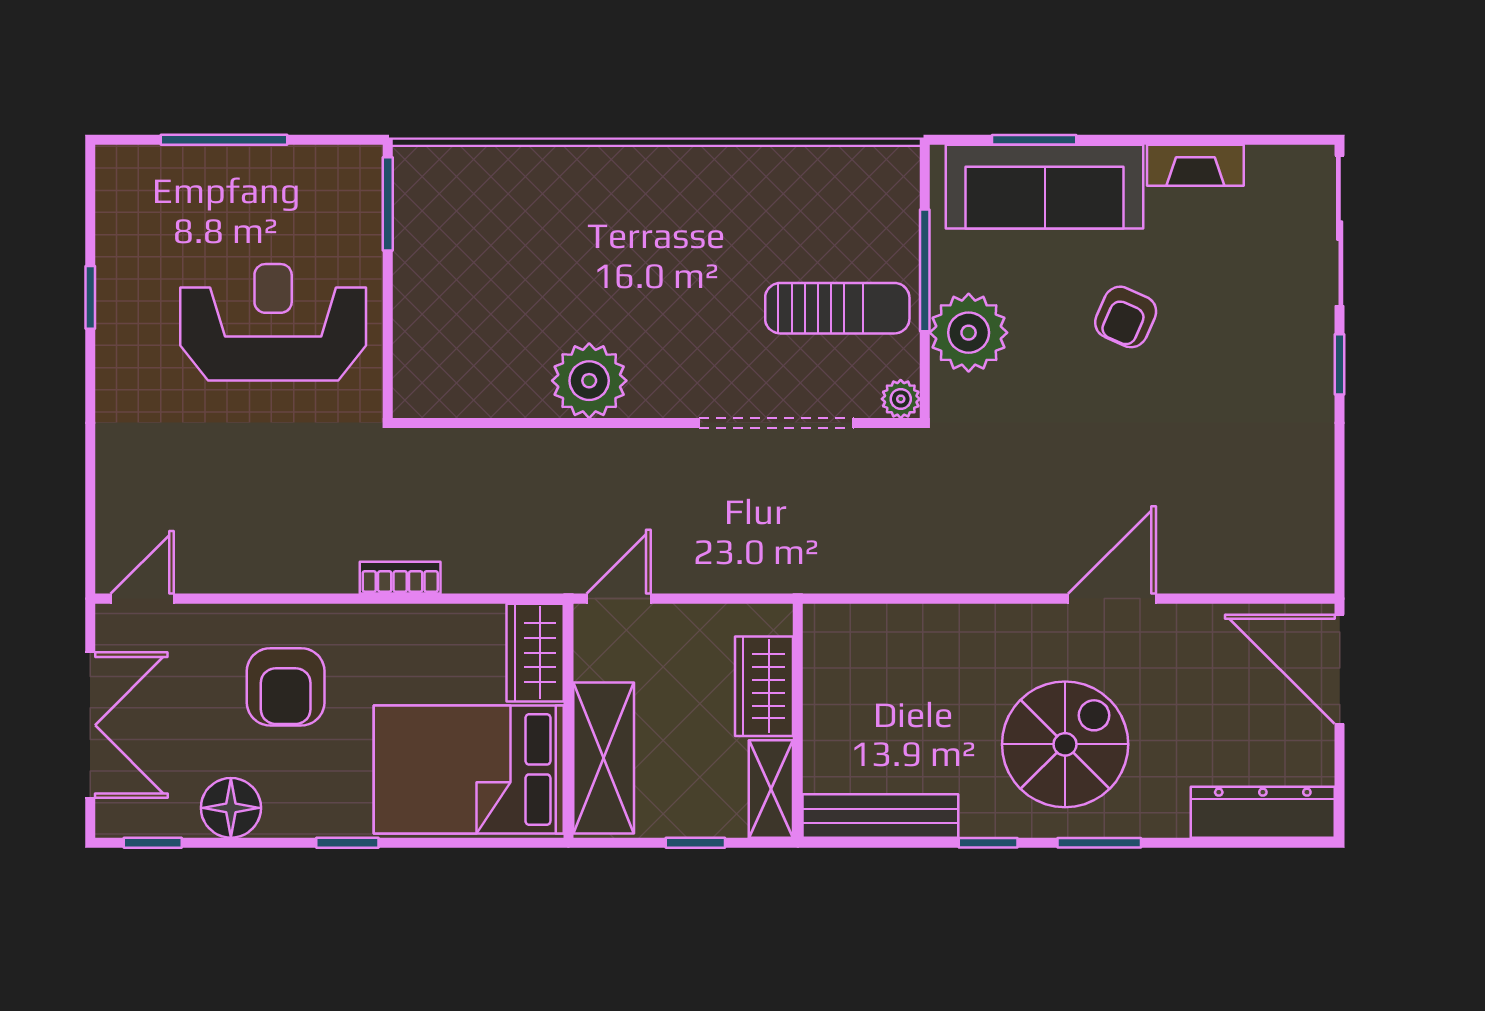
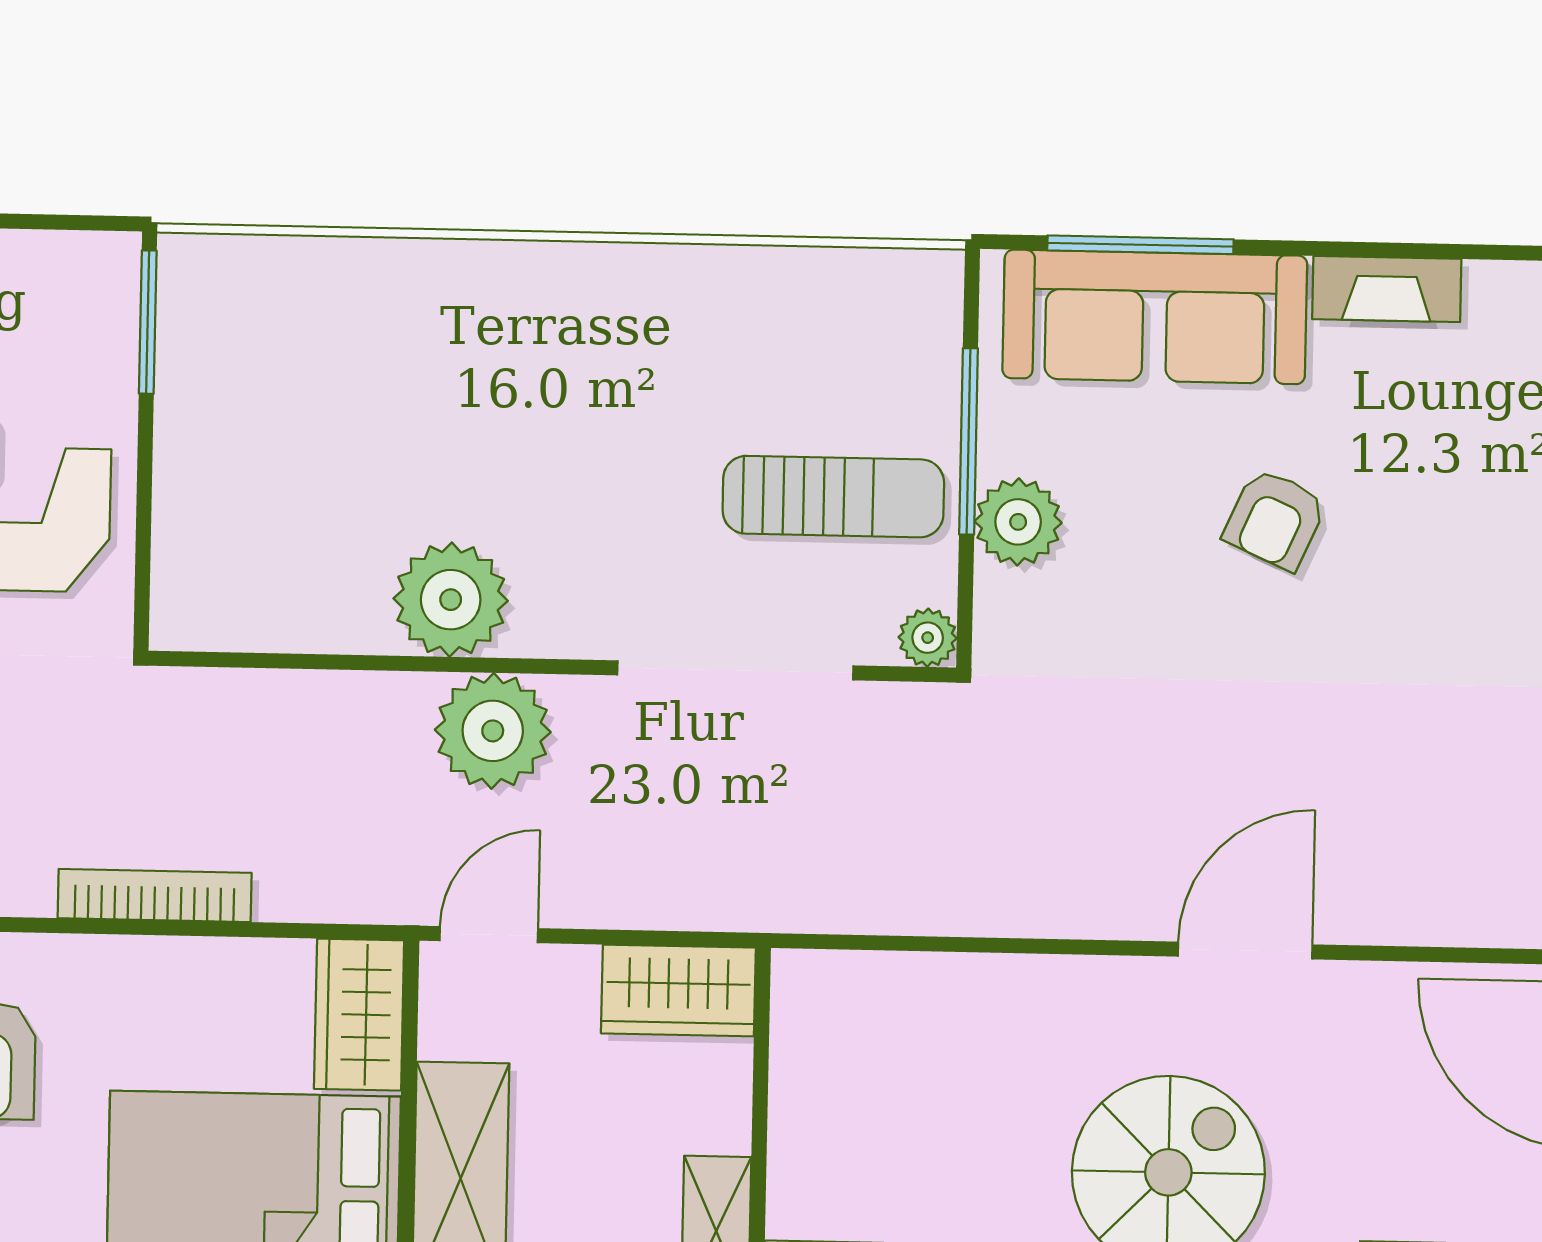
window: (1034, 140) -> (1140, 245), width x1.44
plant: (969, 333) -> (1018, 522), width x0.73, depth x0.73
plant: (618, 466) -> (493, 731), added
bookcase: (400, 578) -> (155, 895), width x1.56
wardrobe: (764, 686) -> (678, 991), moved, turned -90

